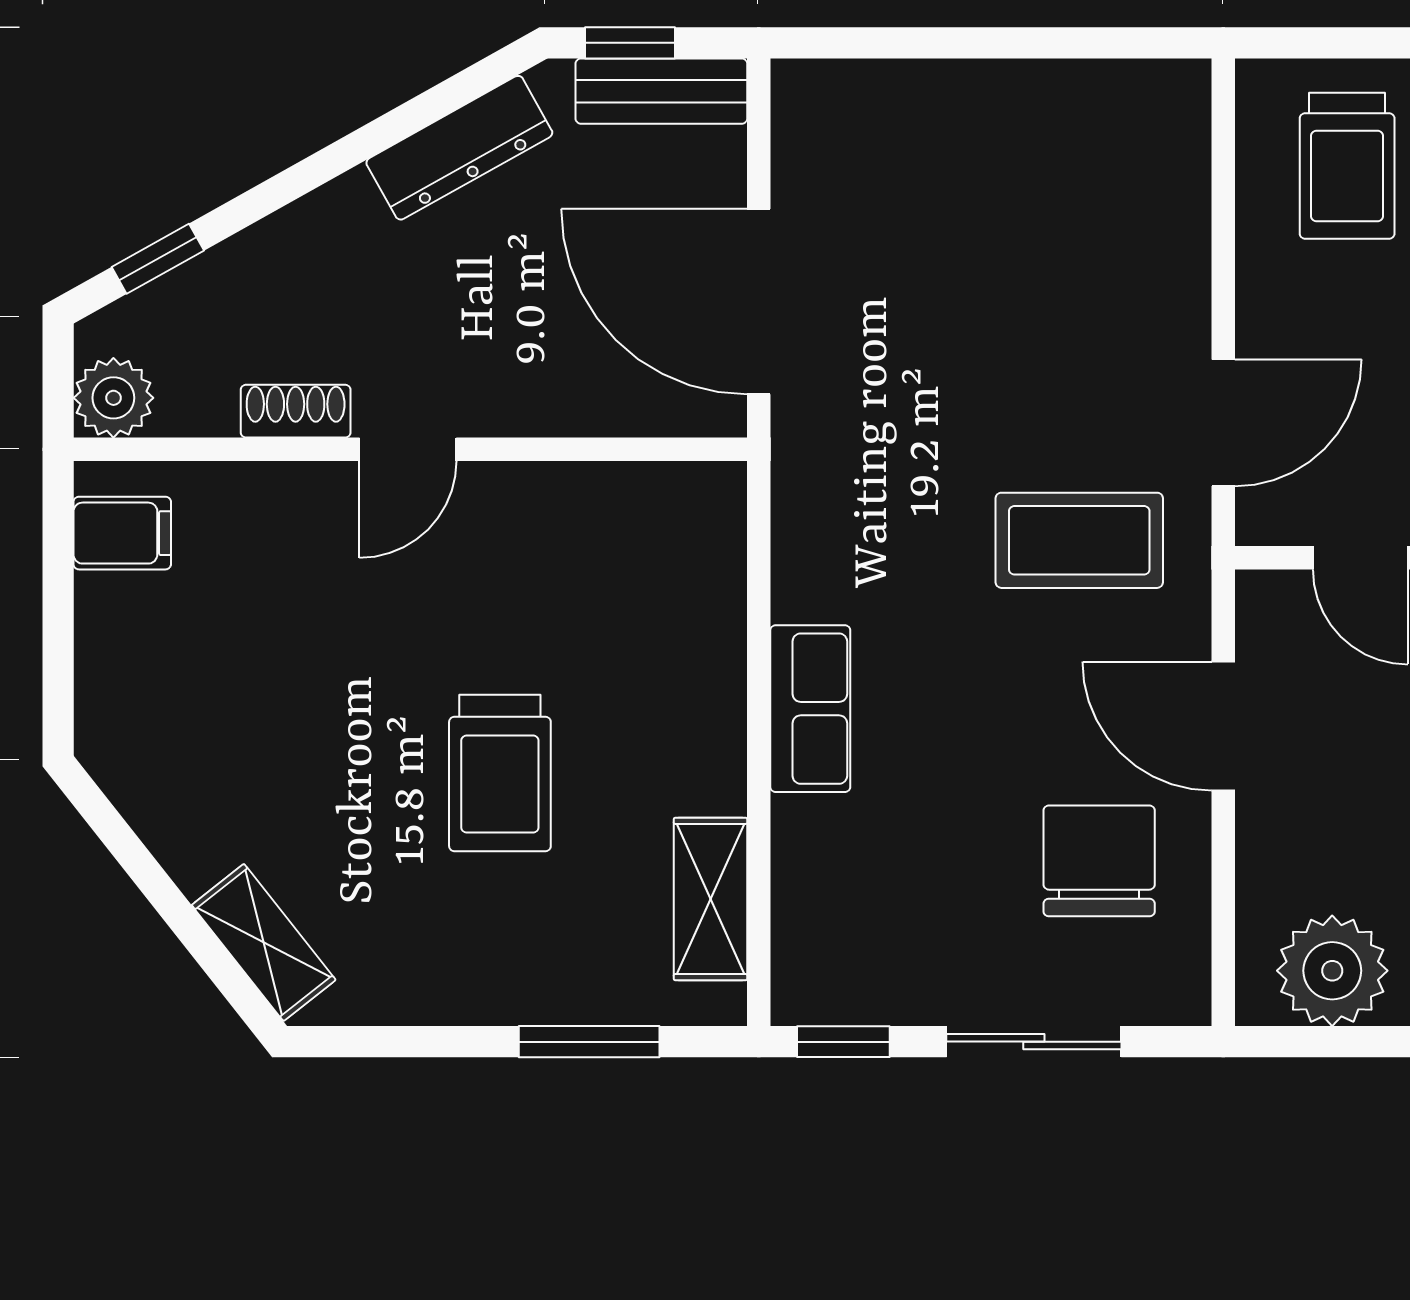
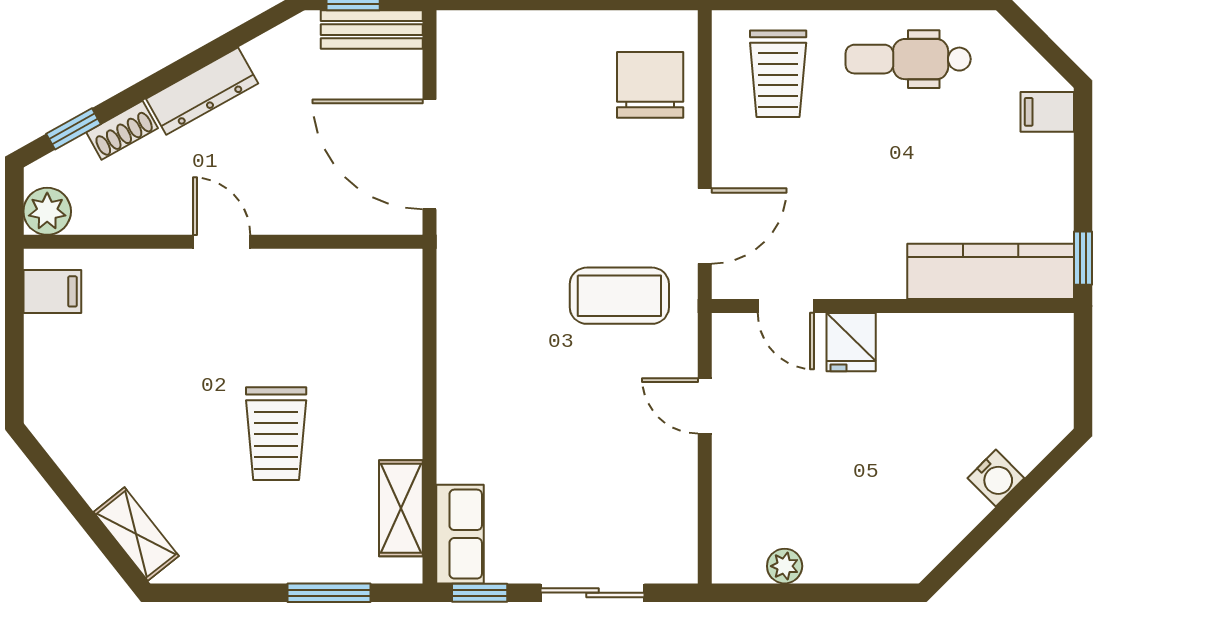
dresser: (459, 148) -> (202, 91), moved
shoe rack: (296, 411) -> (122, 130), moved, turned 151
door: (408, 449) -> (222, 242), swing flipped
row of seats: (810, 709) -> (460, 534), moved
door: (1223, 726) -> (705, 406), width x0.73
chair: (1099, 861) -> (650, 85), moved
plant: (1332, 971) -> (785, 566), width x0.53, depth x0.53

